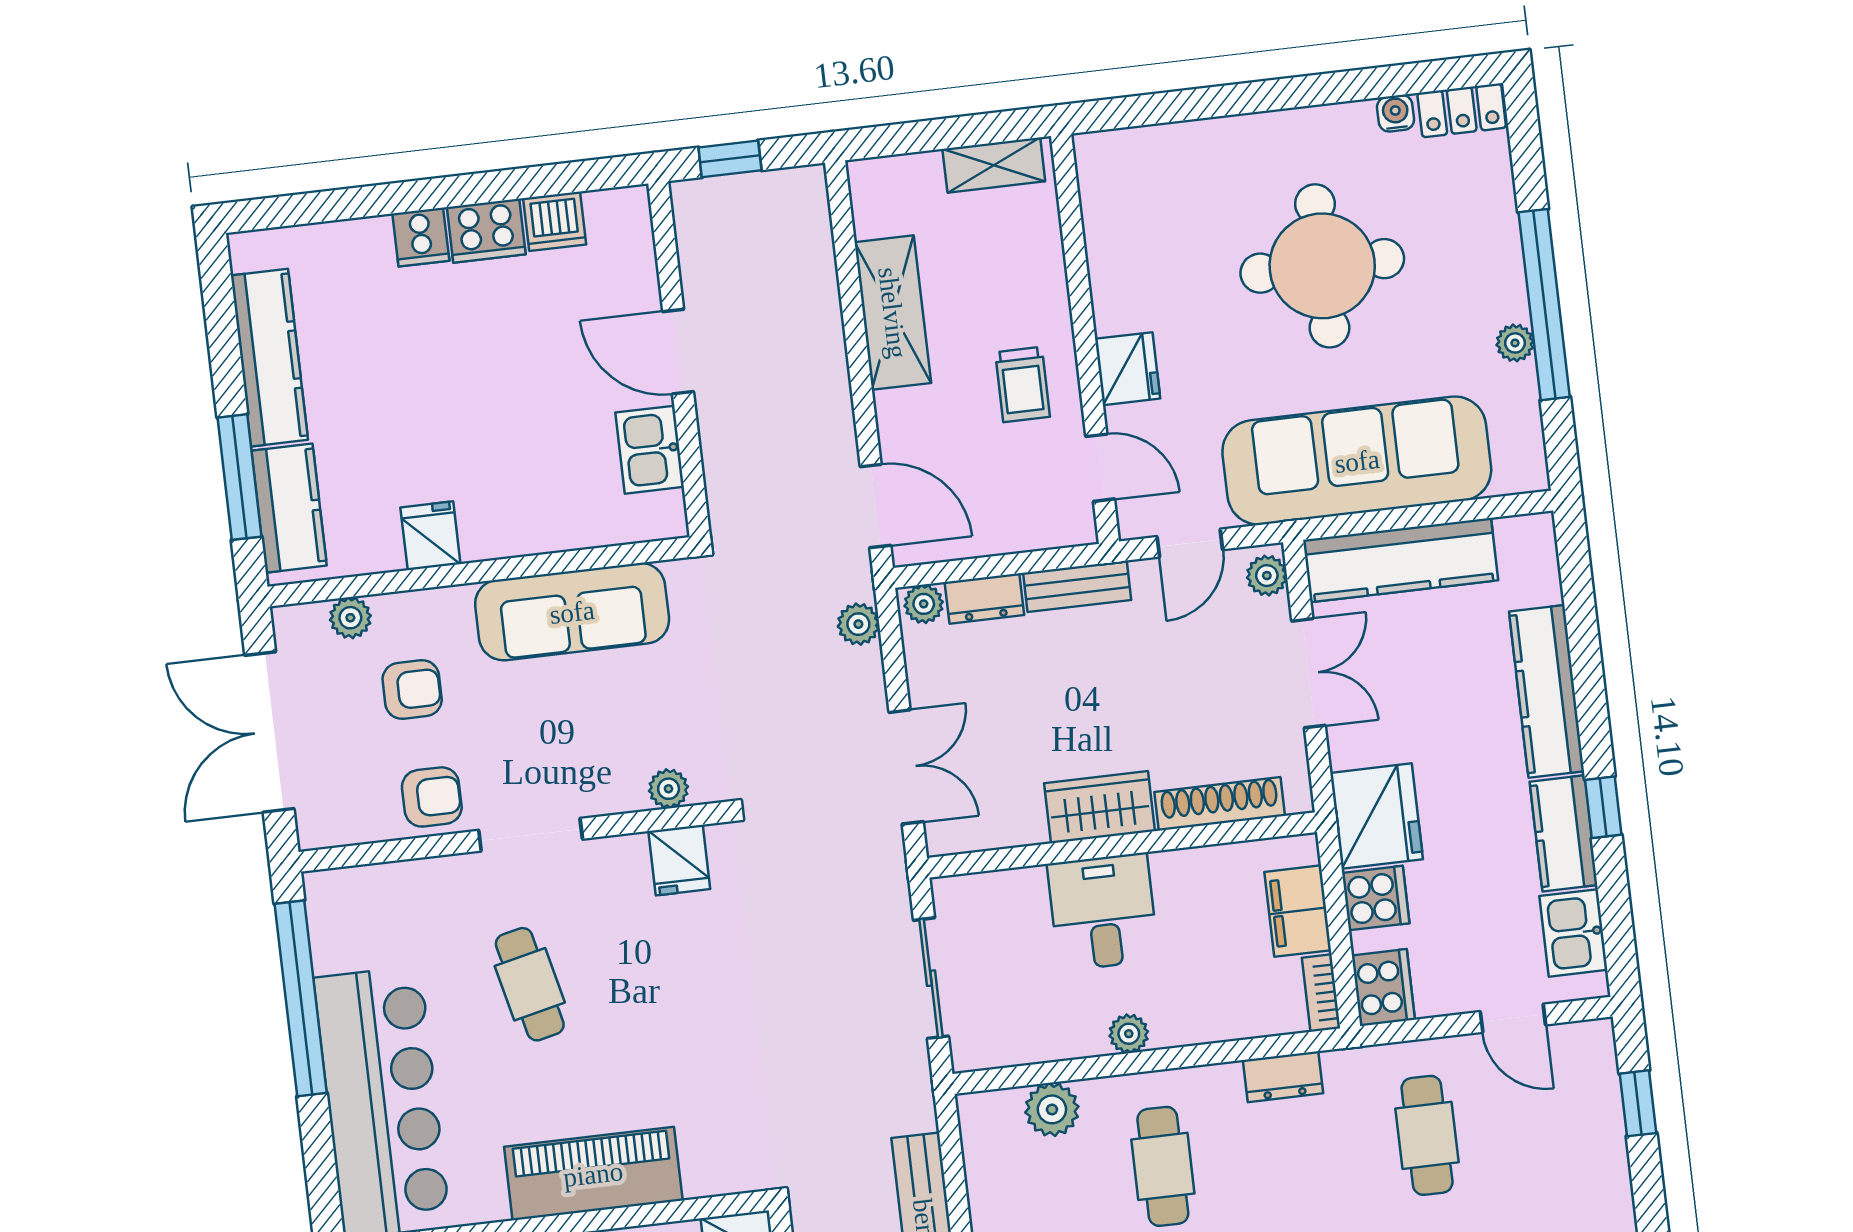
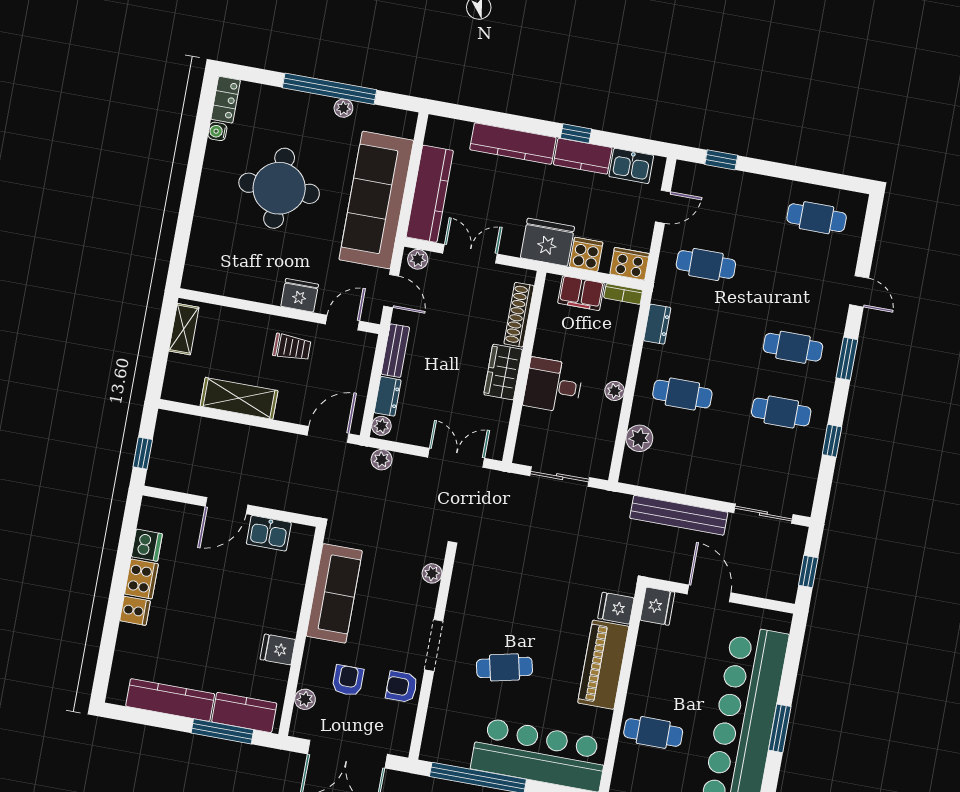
armchair: (432, 797) -> (402, 687), turned -90
fridge: (679, 860) -> (616, 608), moved, turned 180

